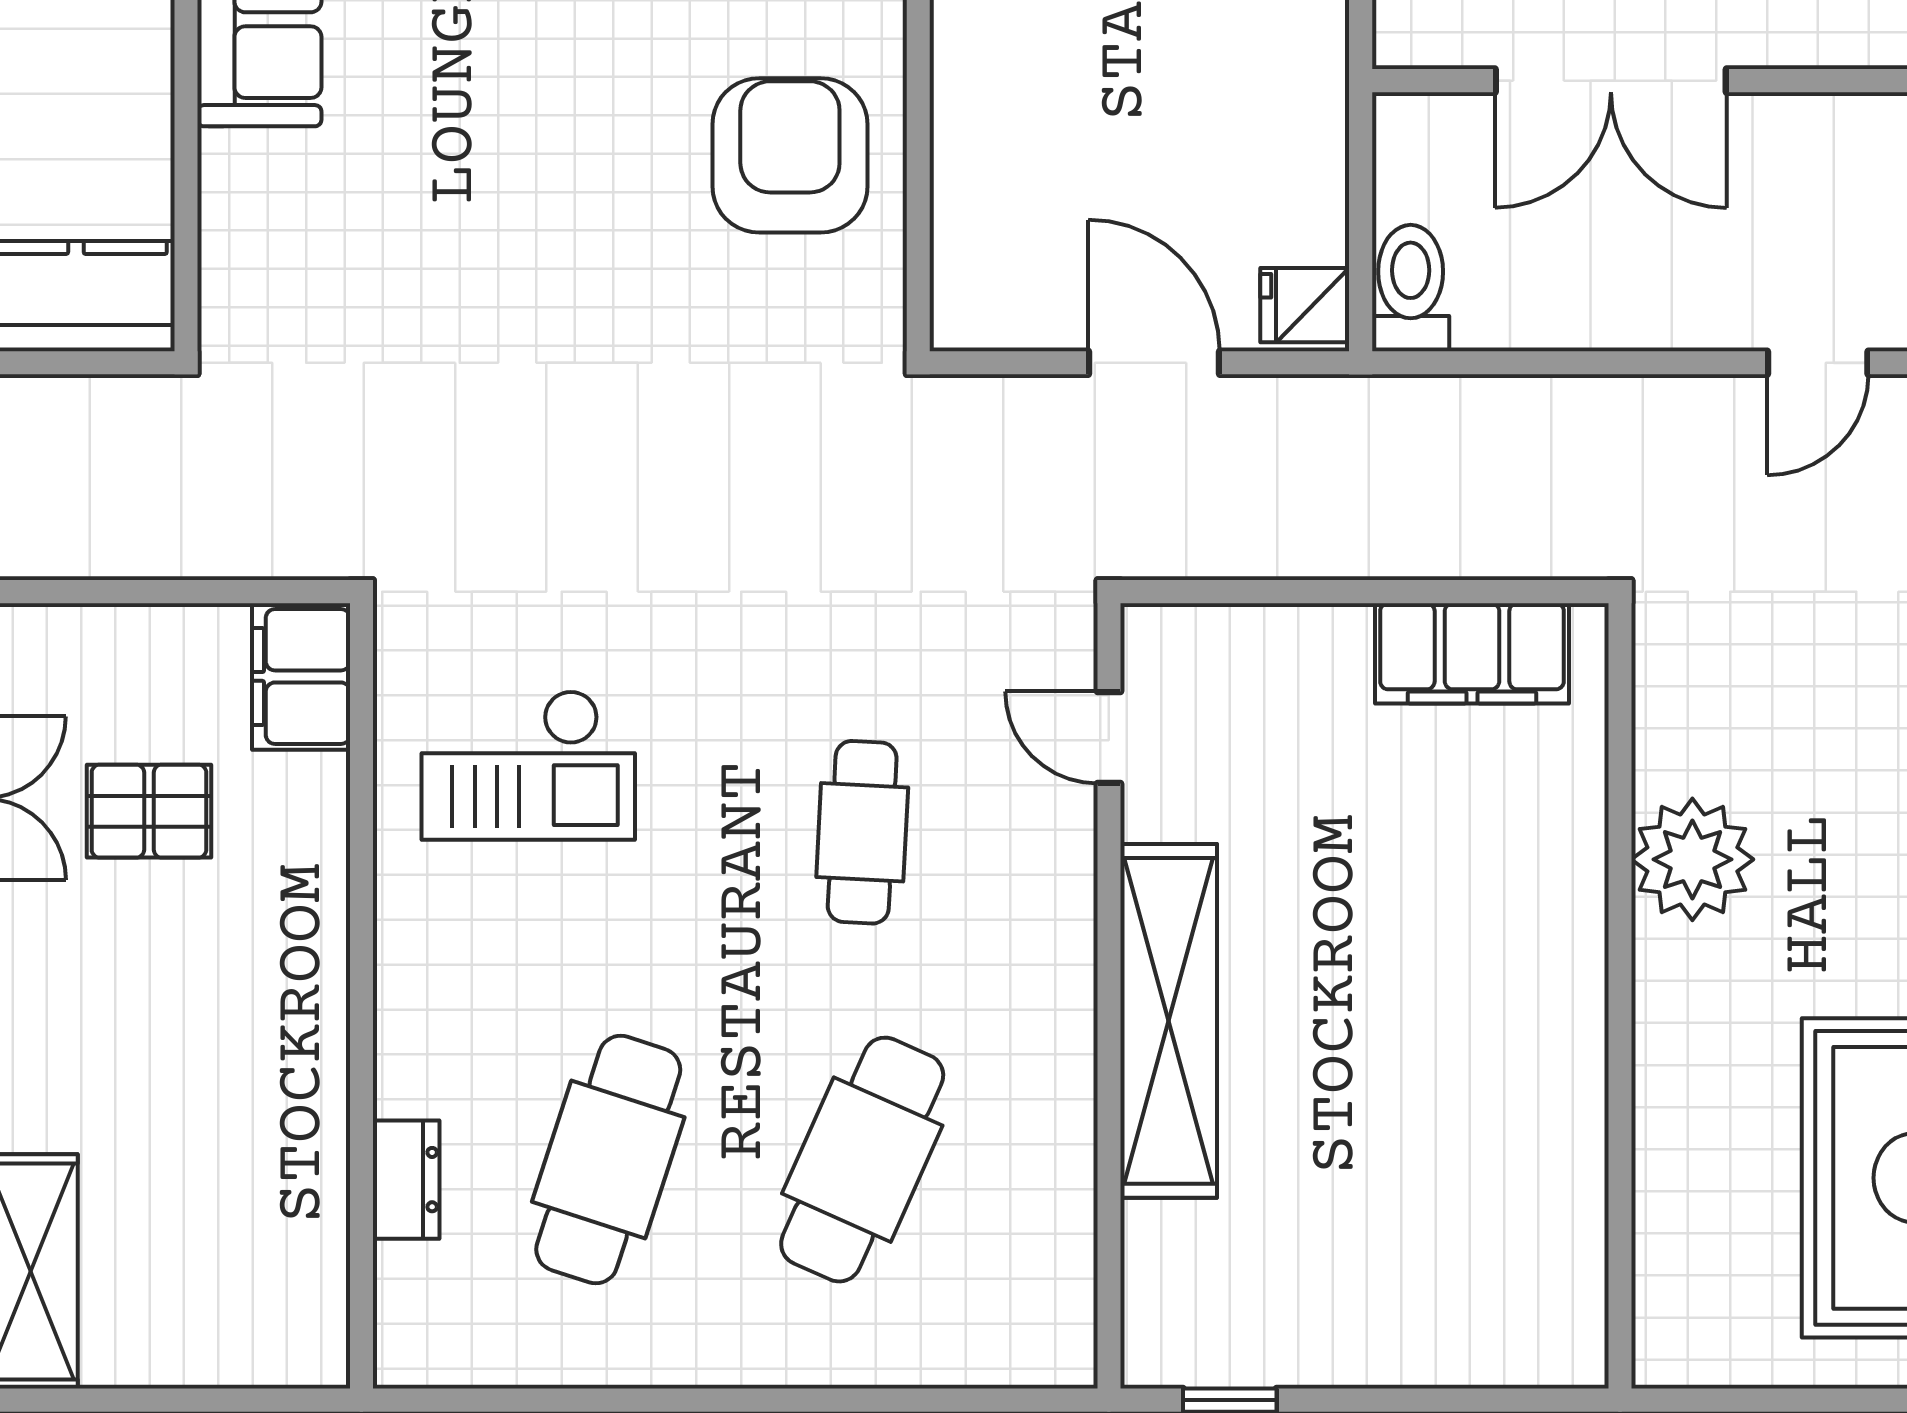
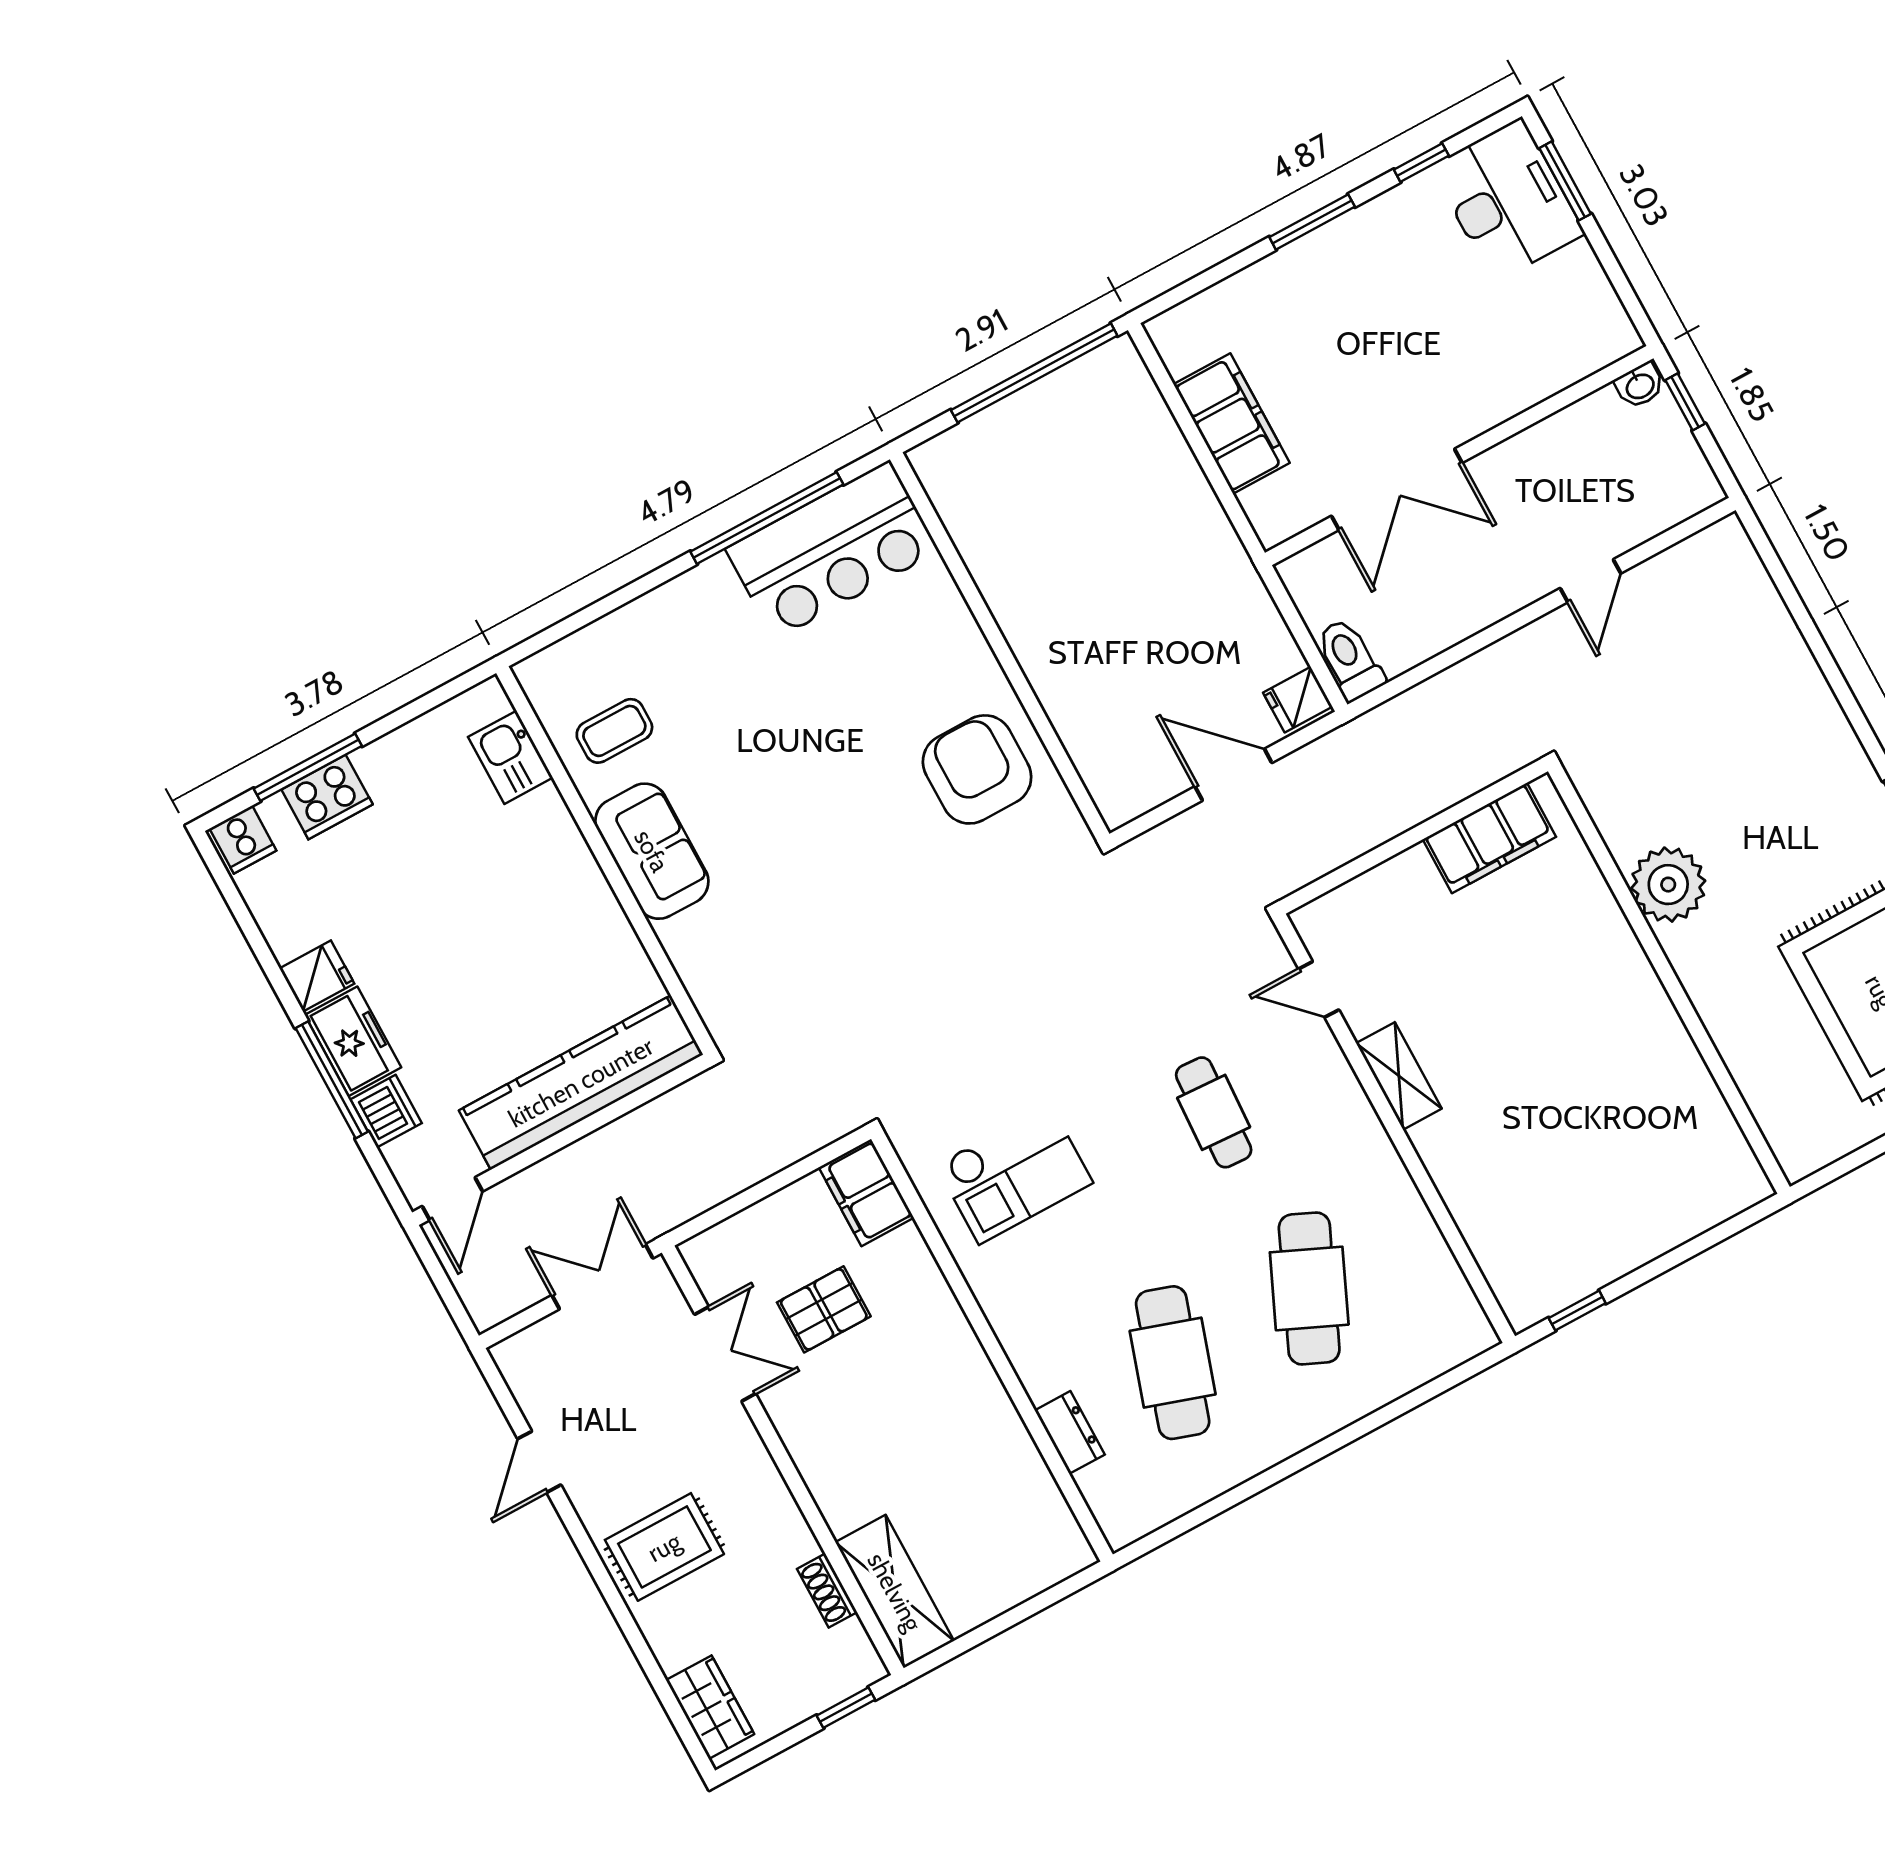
shelving: (1169, 1021) -> (1399, 1076), width x0.45, depth x0.75

